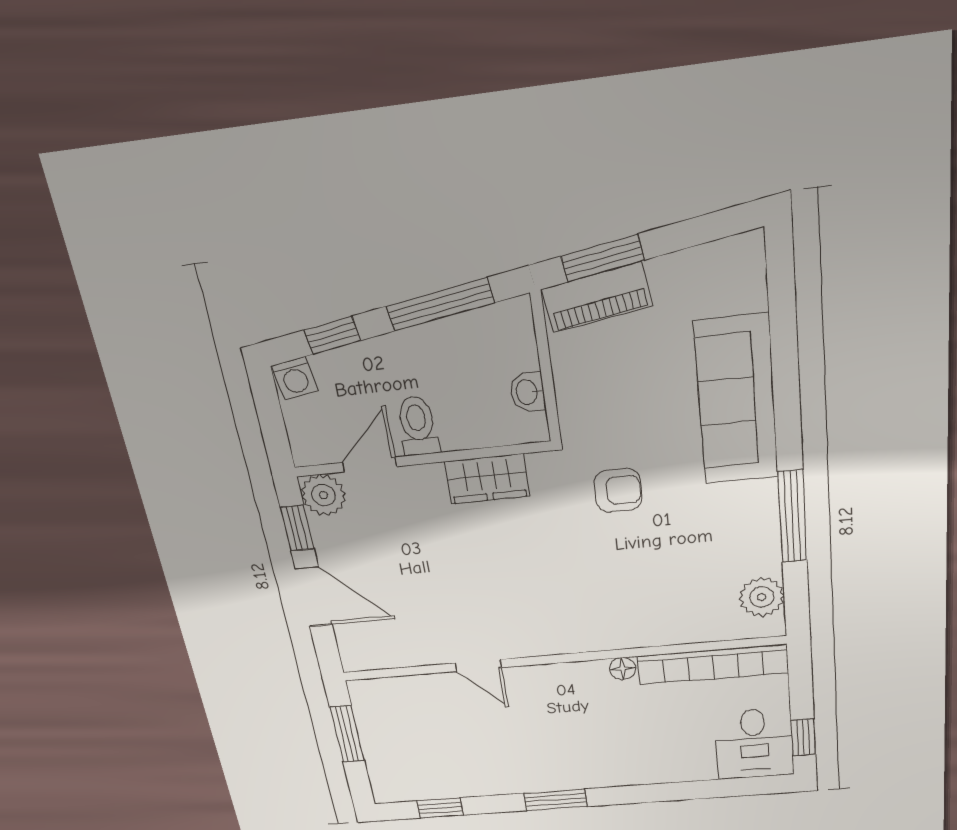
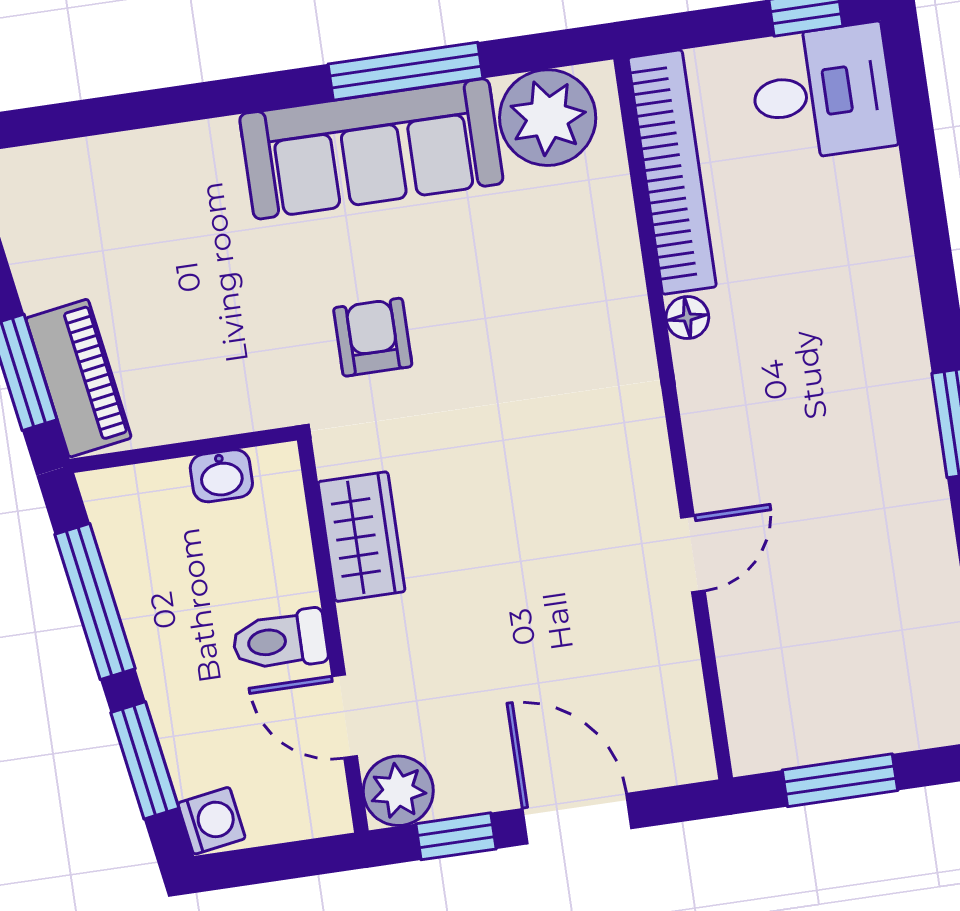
window: (332, 335) -> (145, 760), width x1.50
sofa: (737, 401) -> (371, 149), moved
door: (314, 597) -> (577, 819), hinge flipped
plant: (762, 597) -> (548, 118), width x1.36, depth x1.36

